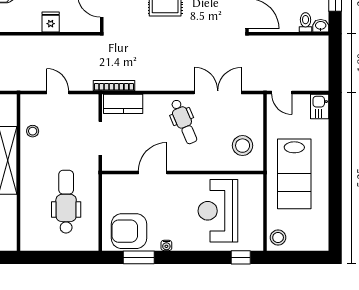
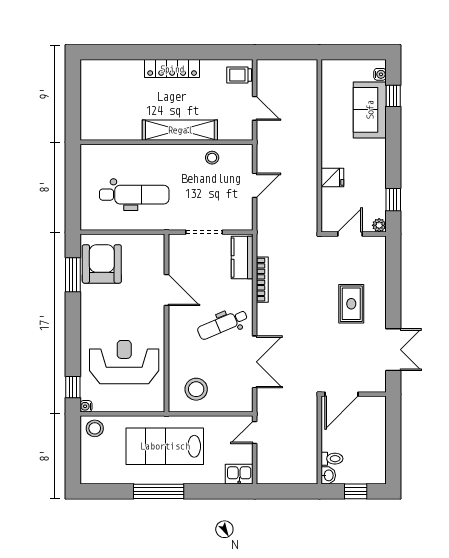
bookcase: (114, 86) -> (262, 280), moved
window: (335, 179) -> (159, 491), added
water cooler: (166, 245) -> (86, 406), moved

